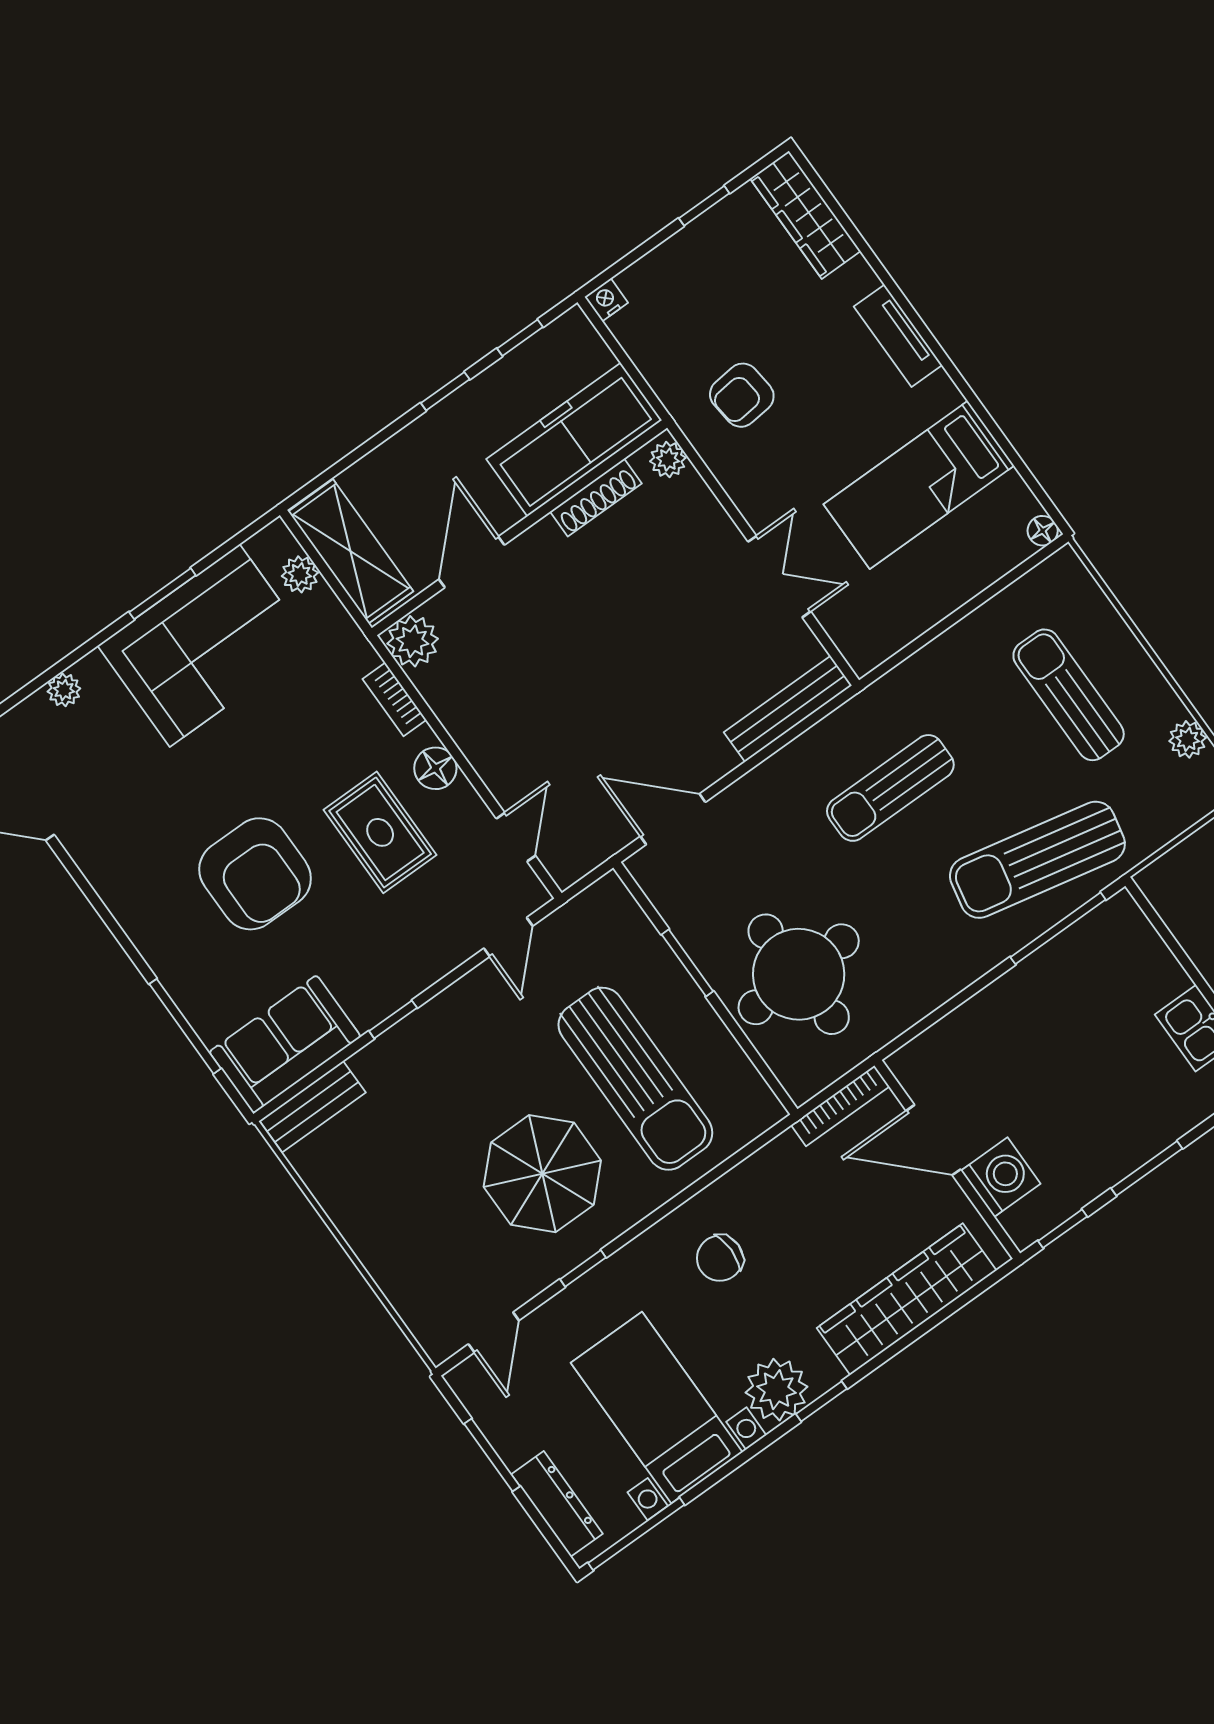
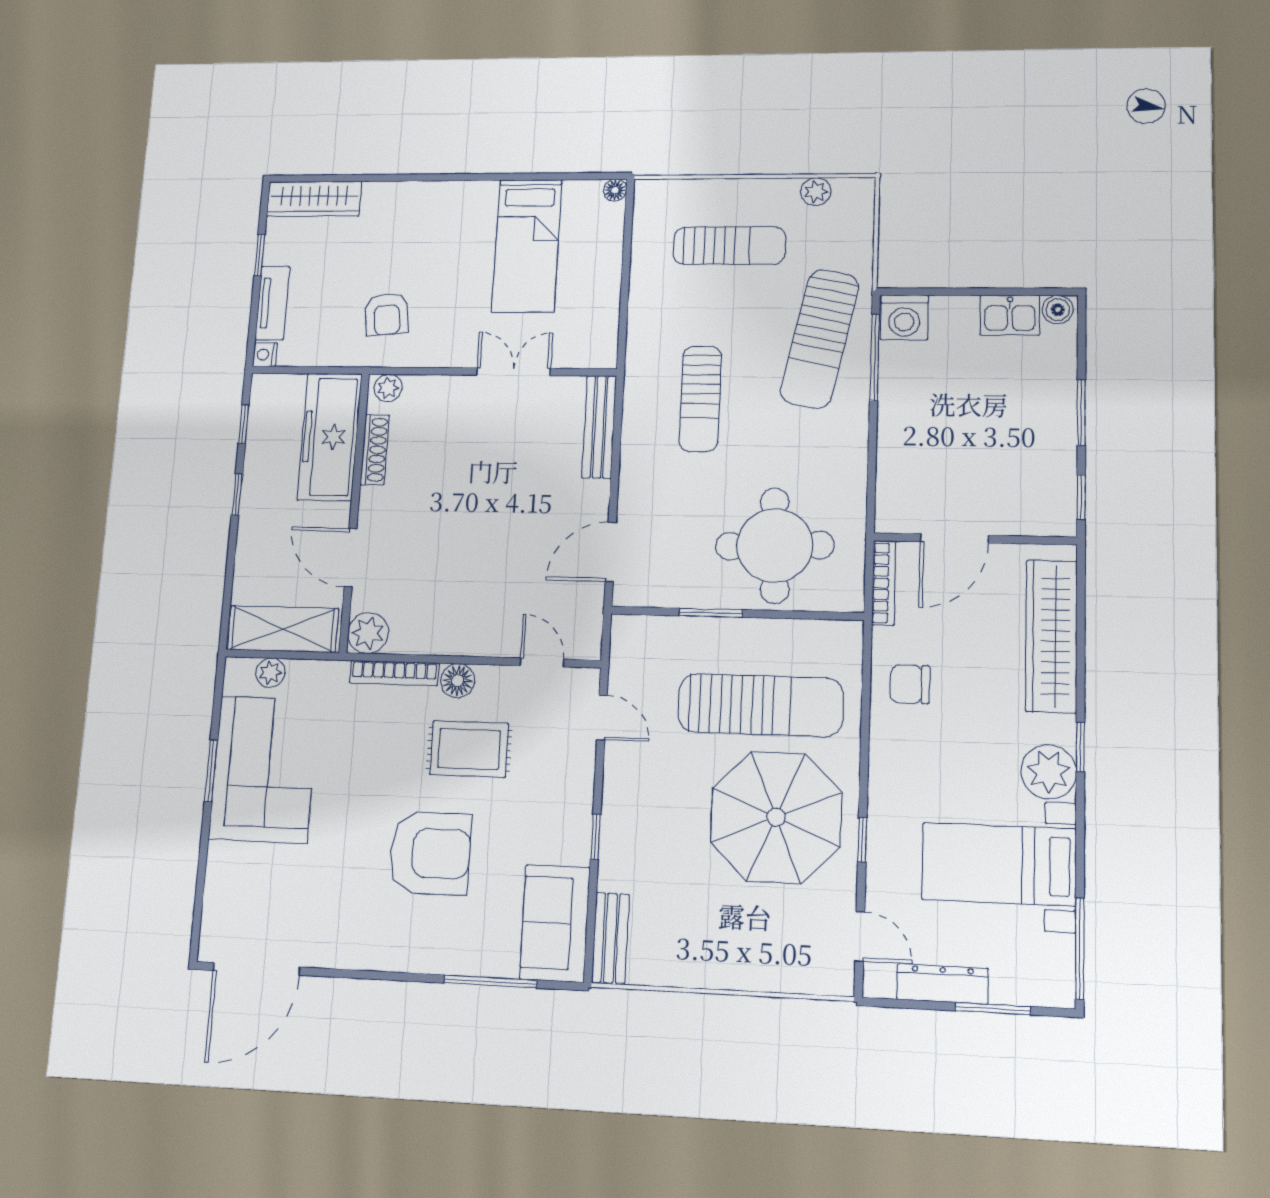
tv unit: (898, 336) -> (272, 303), moved, turned -90
plant: (64, 690) -> (217, 884), removed
sun lounger: (1069, 695) -> (729, 245), turned 180
bookcase: (395, 699) -> (394, 673), width x1.56
parasol: (542, 1174) -> (776, 817), width x1.36, depth x1.36
washing machine: (1001, 1177) -> (904, 317), moved, turned 180
chair: (720, 1258) -> (910, 684), moved, turned 90
window: (492, 1455) -> (993, 1009), moved
dresser: (557, 1504) -> (942, 984), moved

